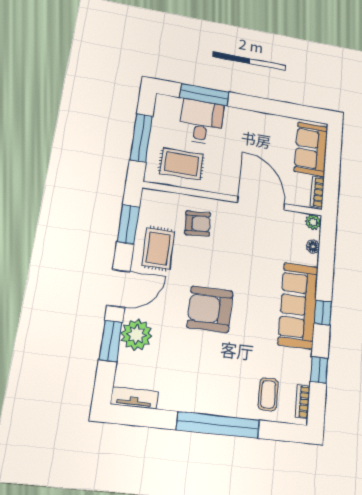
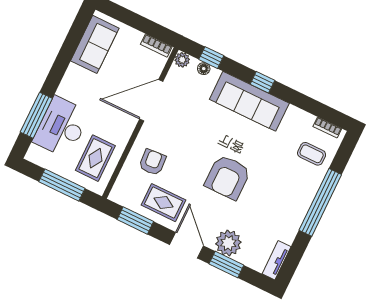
desk: (201, 122) -> (61, 127), width x1.37
sofa: (311, 149) -> (95, 44), moved, turned -90
window: (319, 370) -> (211, 58), moved

